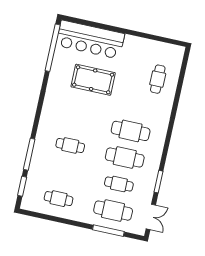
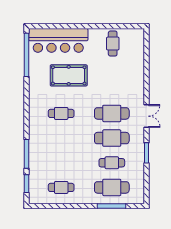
cafe table: (158, 79) -> (113, 44), moved
cafe table: (70, 145) -> (61, 113), moved
double door: (151, 217) -> (146, 116), moved

